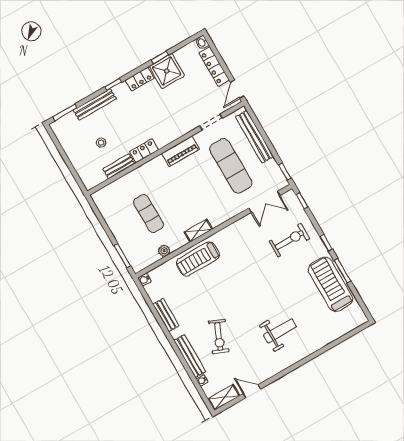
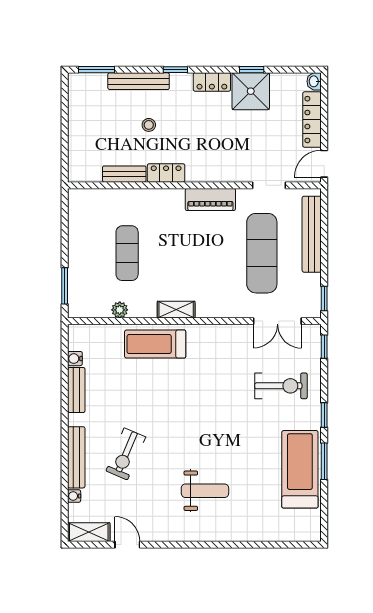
stool: (101, 143) -> (149, 125), moved
water cooler: (144, 280) -> (75, 359), moved

